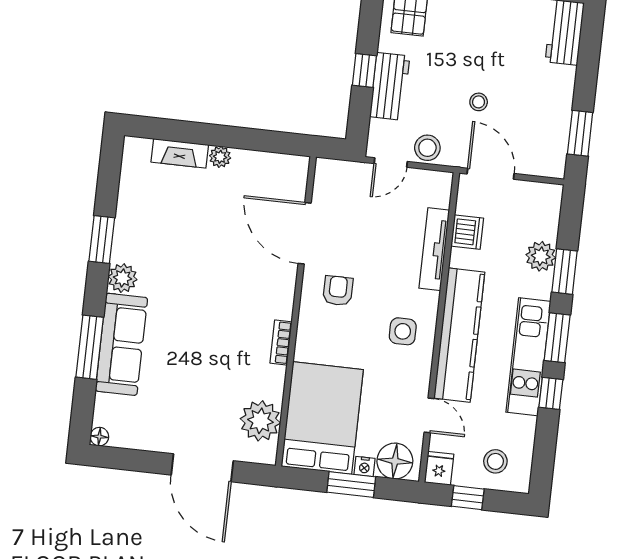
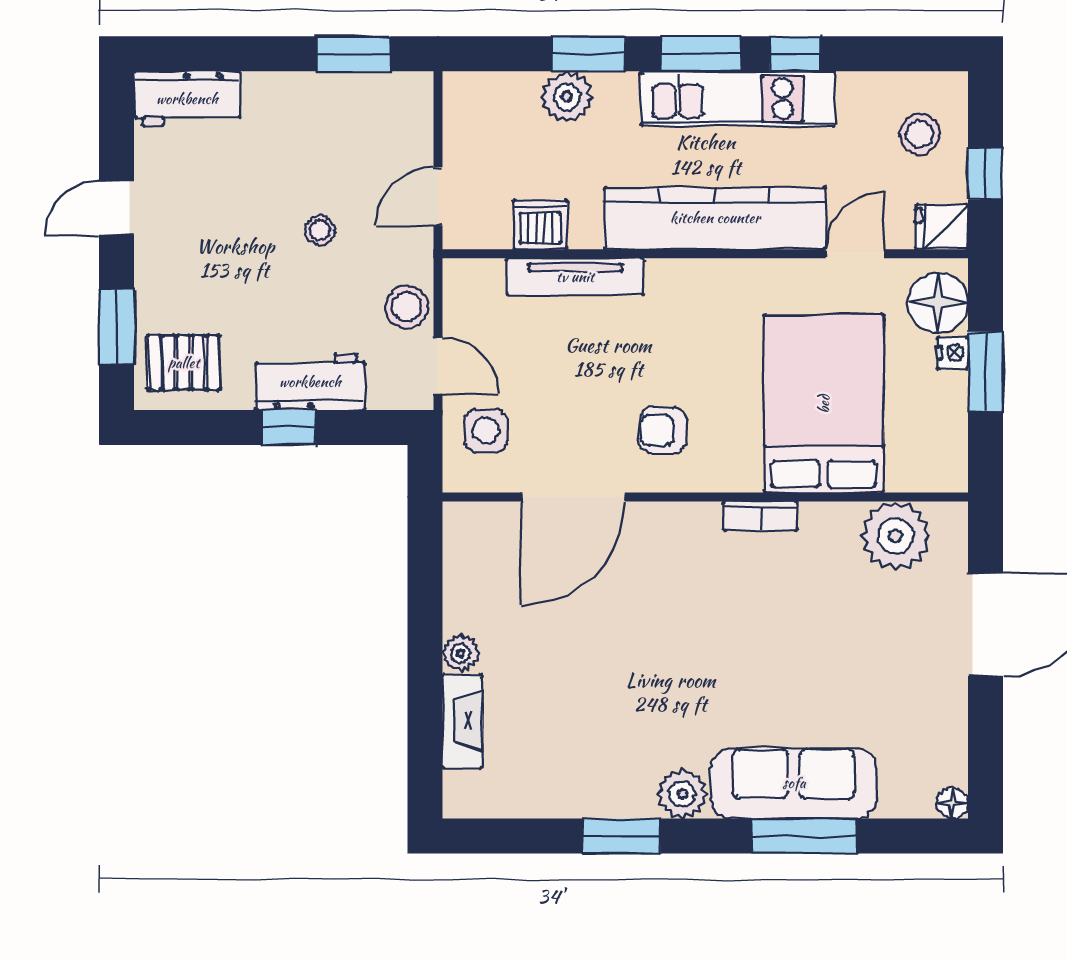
door: (491, 174) -> (438, 196), width x0.73
side table: (403, 331) -> (486, 431), moved
bed: (322, 418) -> (824, 404), moved, turned 90

